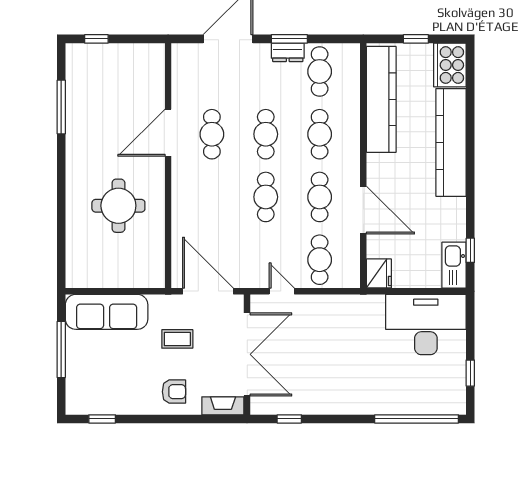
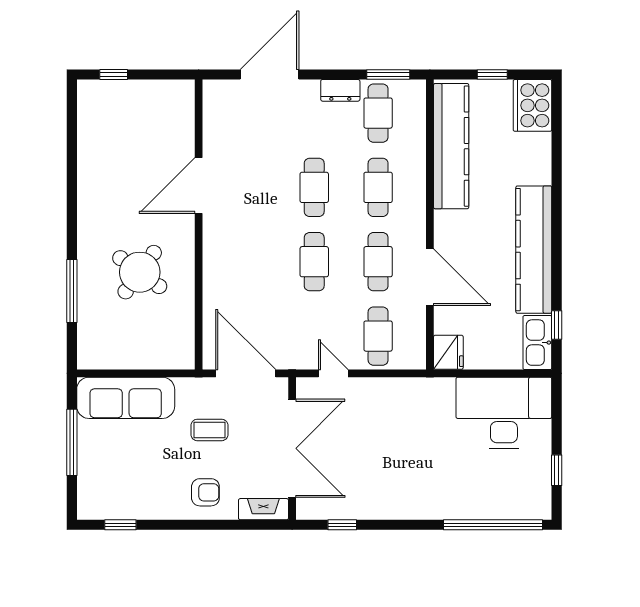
window: (289, 39) -> (388, 74), moved
window: (61, 107) -> (72, 291), moved
cafe table: (212, 134) -> (250, 187), removed
kitchen counter: (451, 142) -> (534, 250), moved
round table: (118, 206) -> (140, 272), turned 36

